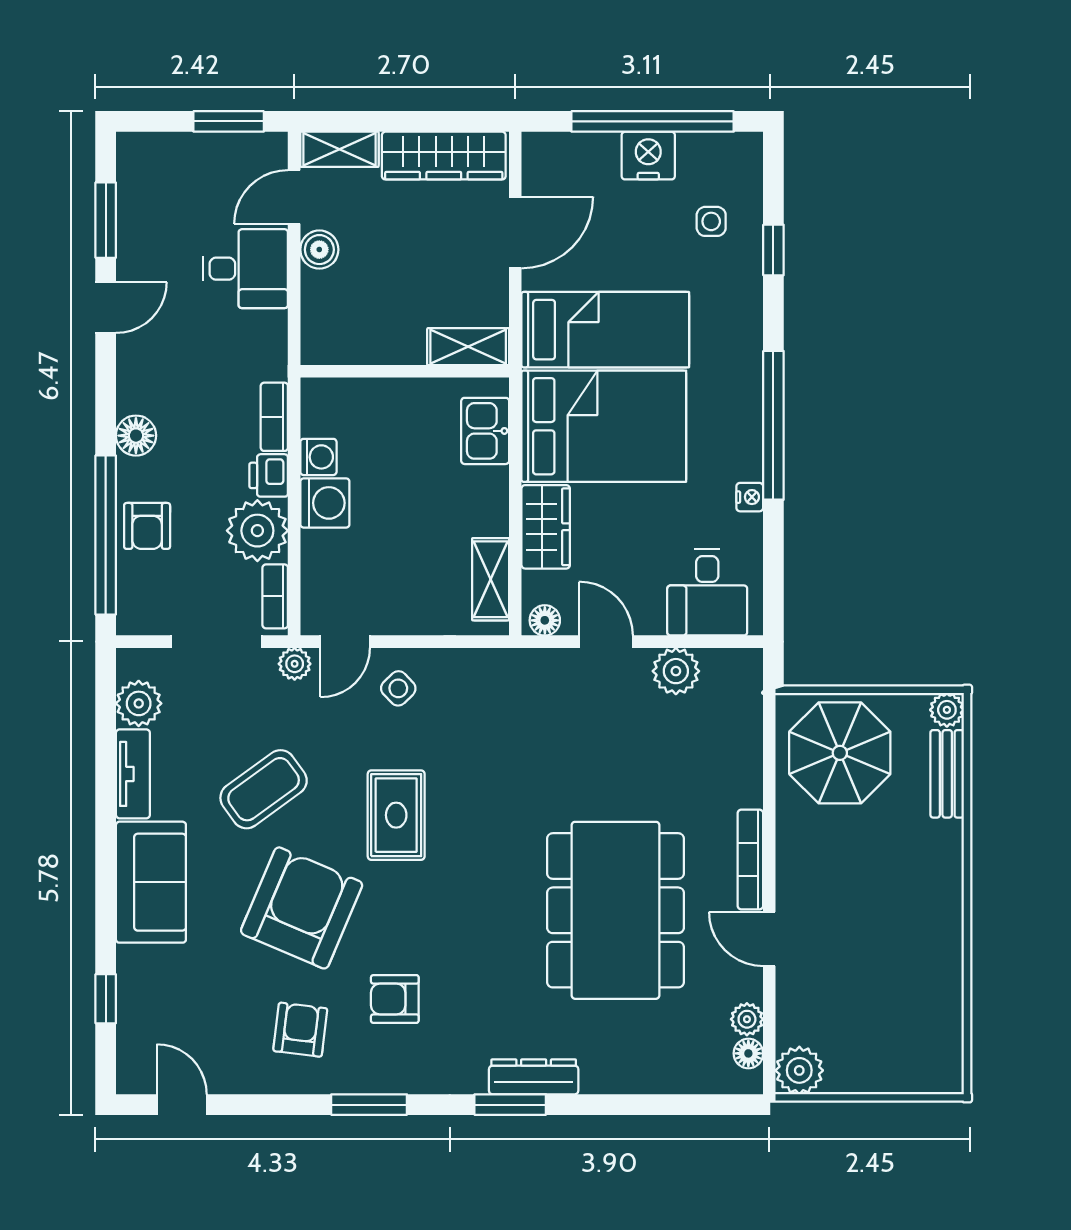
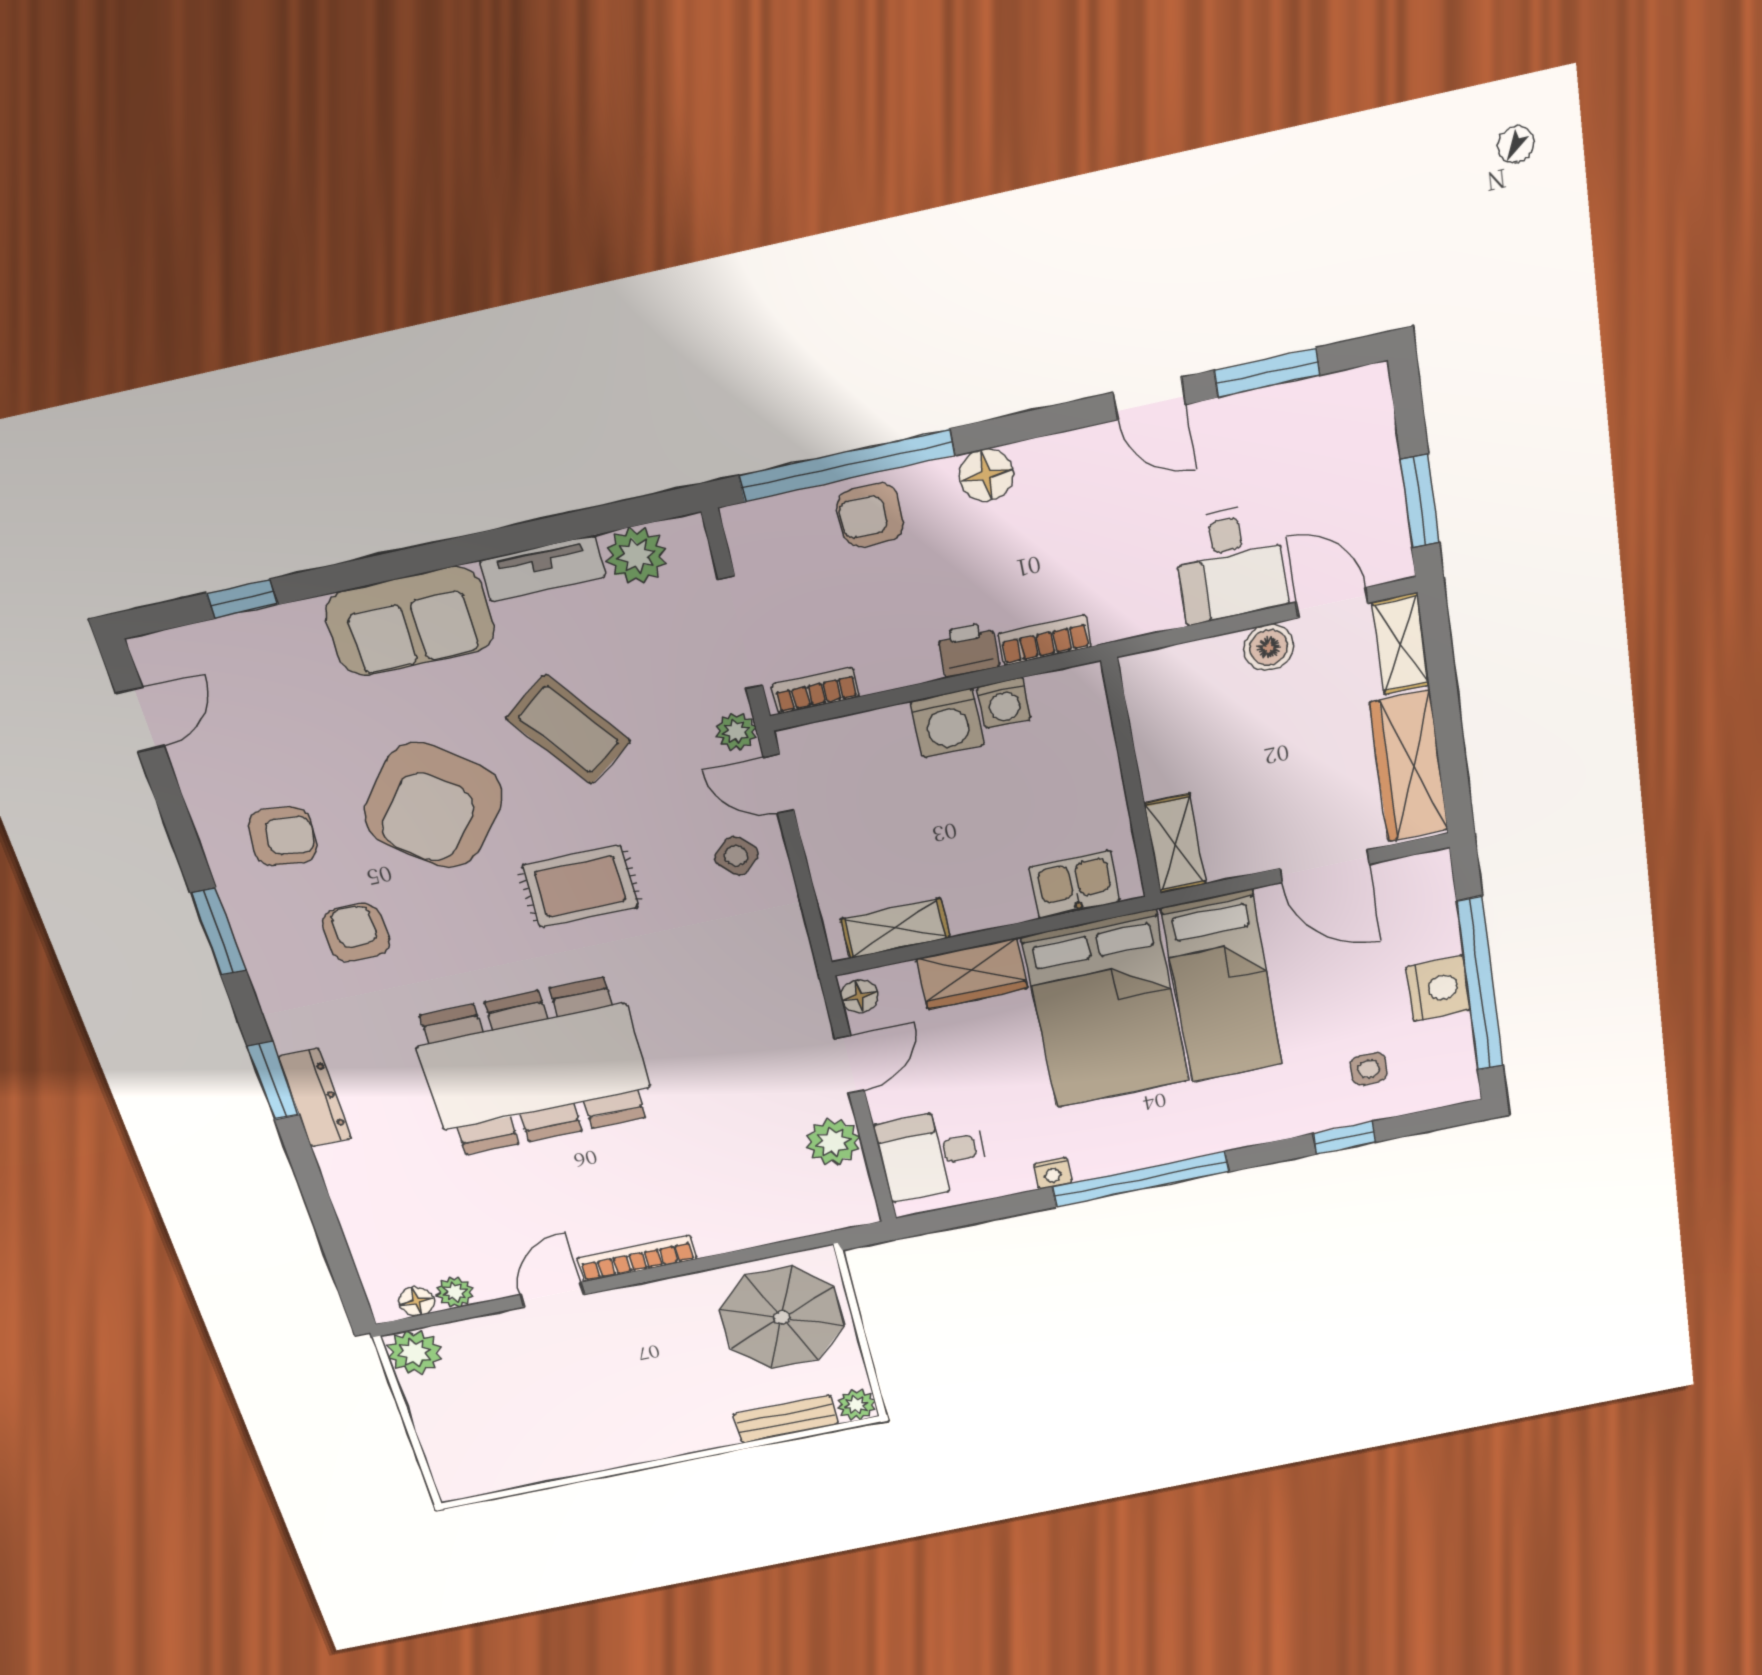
plant: (257, 531) -> (895, 651), removed
armchair: (302, 908) -> (433, 805), turned 106
dining table: (615, 910) -> (534, 1067), moved

